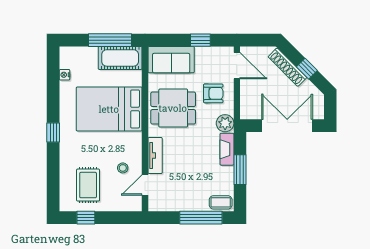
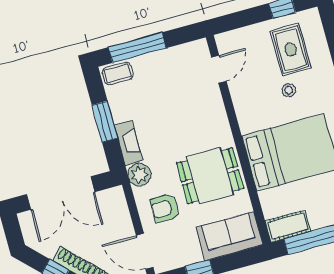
cot: (120, 58) -> (288, 226), width x0.73, depth x0.75
tv unit: (155, 155) -> (216, 110), removed
stool: (123, 168) -> (289, 90), moved

